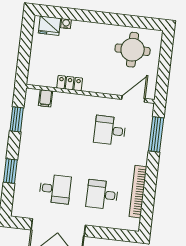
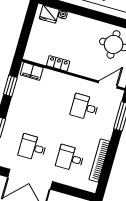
filing cabinet: (46, 98) -> (32, 71), width x2.00
desk: (55, 189) -> (32, 148), turned 180

